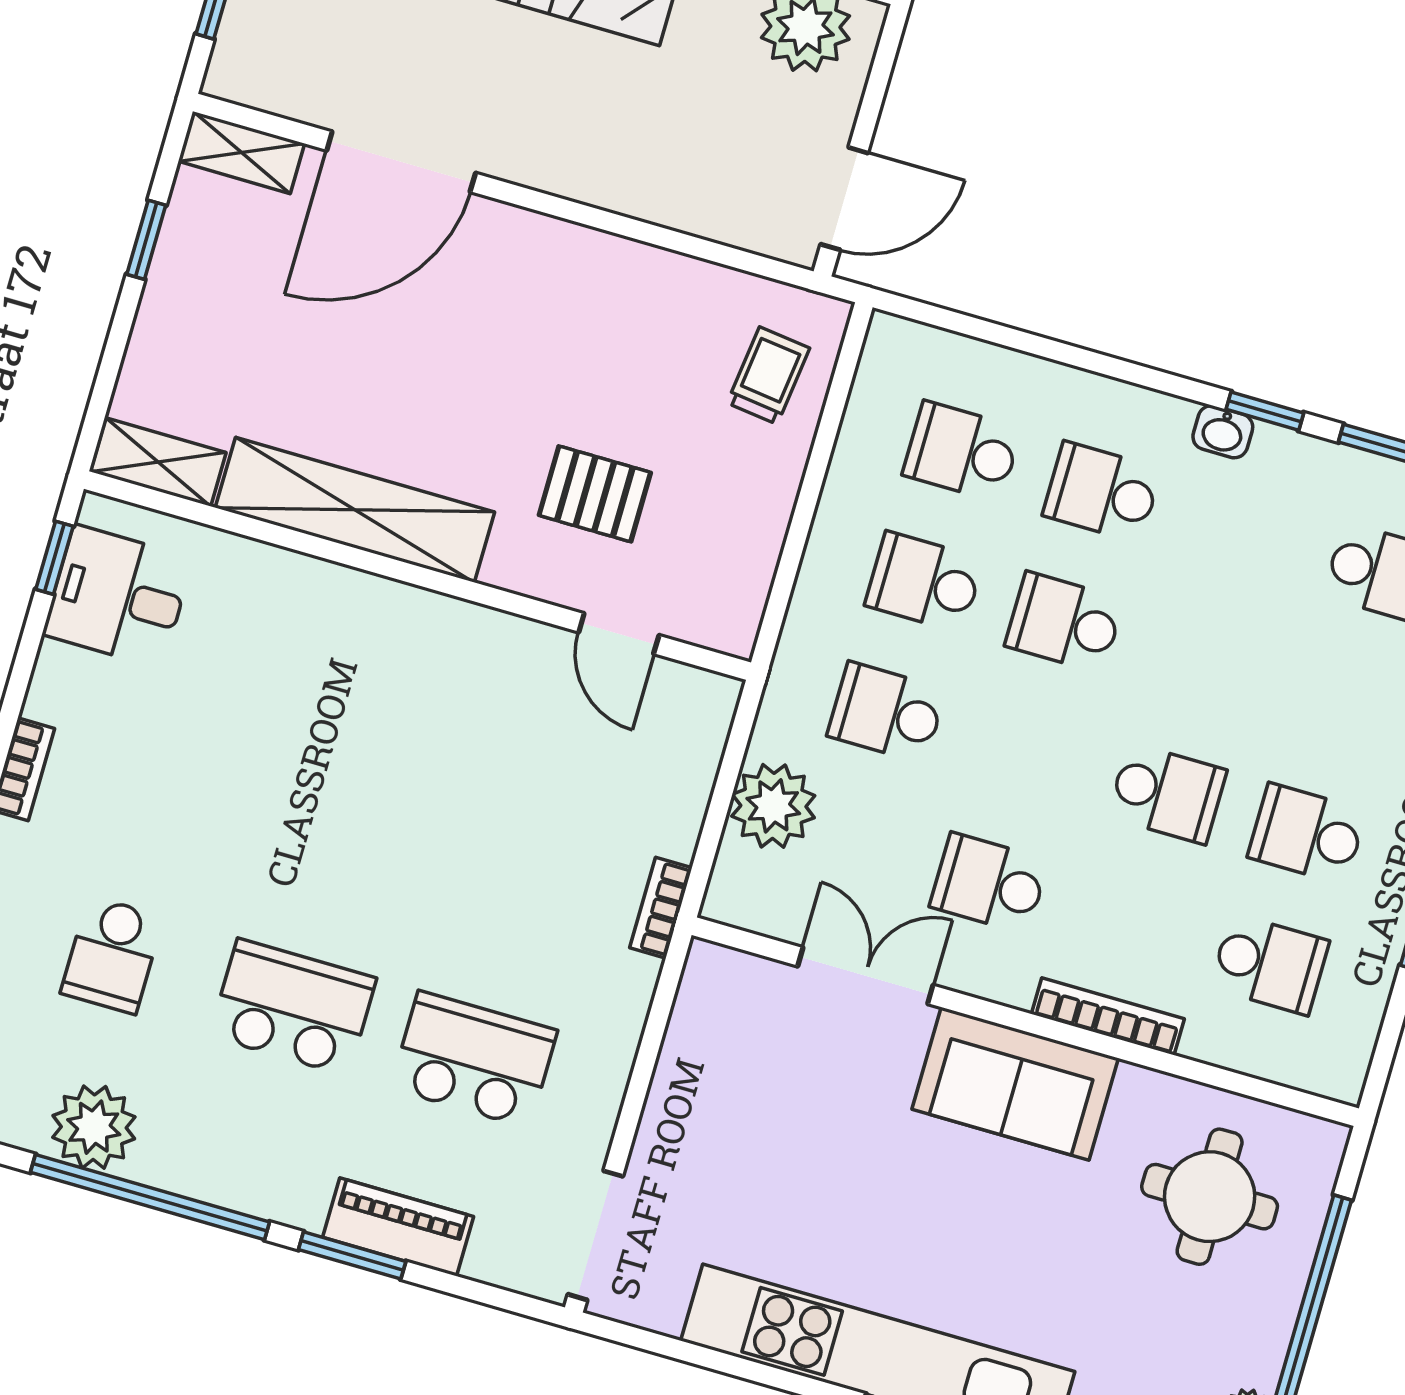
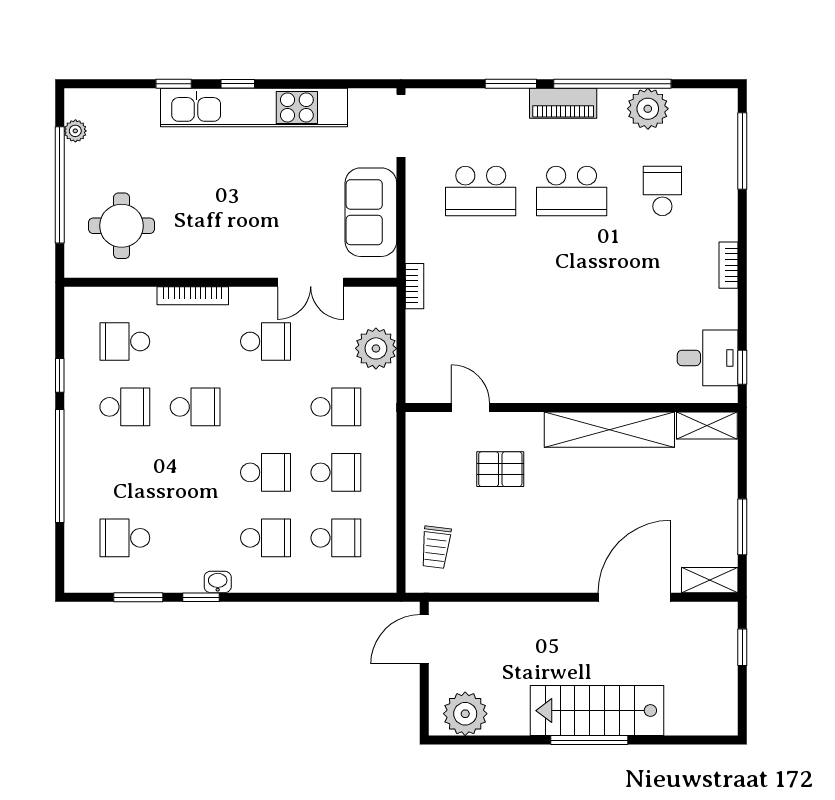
window: (146, 240) -> (742, 527), width x1.50
school desk: (1167, 793) -> (195, 407), turned 180
sofa: (1015, 1084) -> (371, 212), moved, turned -90
piano: (398, 1227) -> (563, 103), moved

